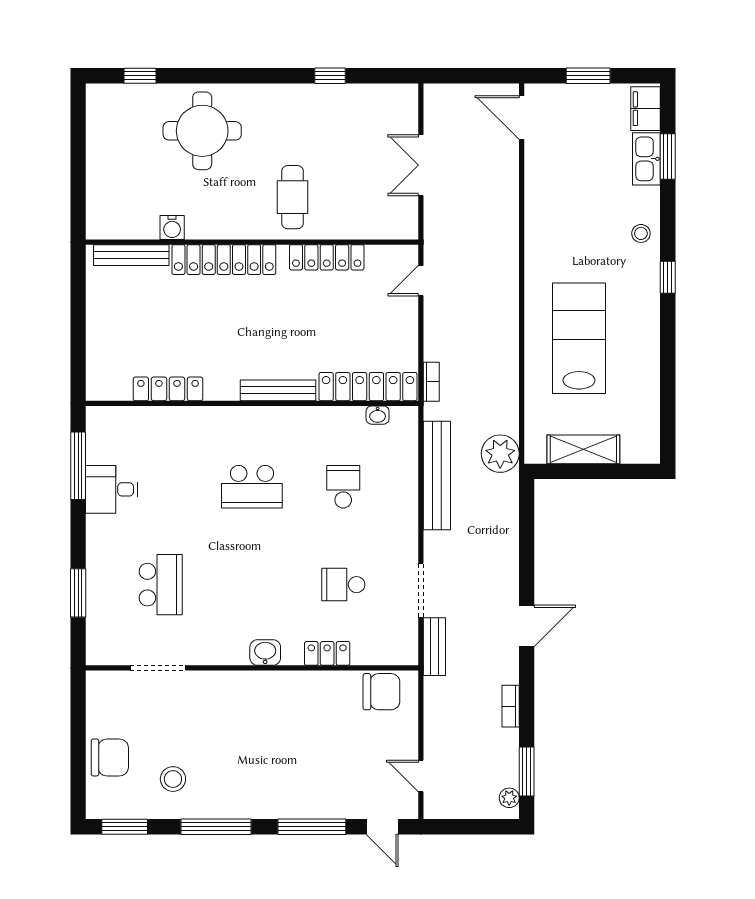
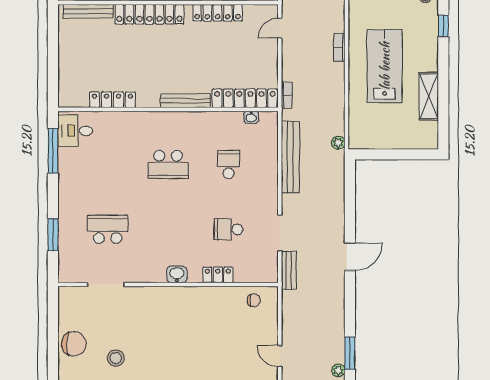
shelving: (583, 449) -> (429, 96), moved, turned 90
plant: (500, 454) -> (338, 143), width x0.53, depth x0.53
desk: (112, 489) -> (75, 131), moved
school desk: (161, 585) -> (108, 229), turned -90
chair: (381, 692) -> (254, 300), width x0.54, depth x0.54
bookcase: (511, 706) -> (339, 47), moved

